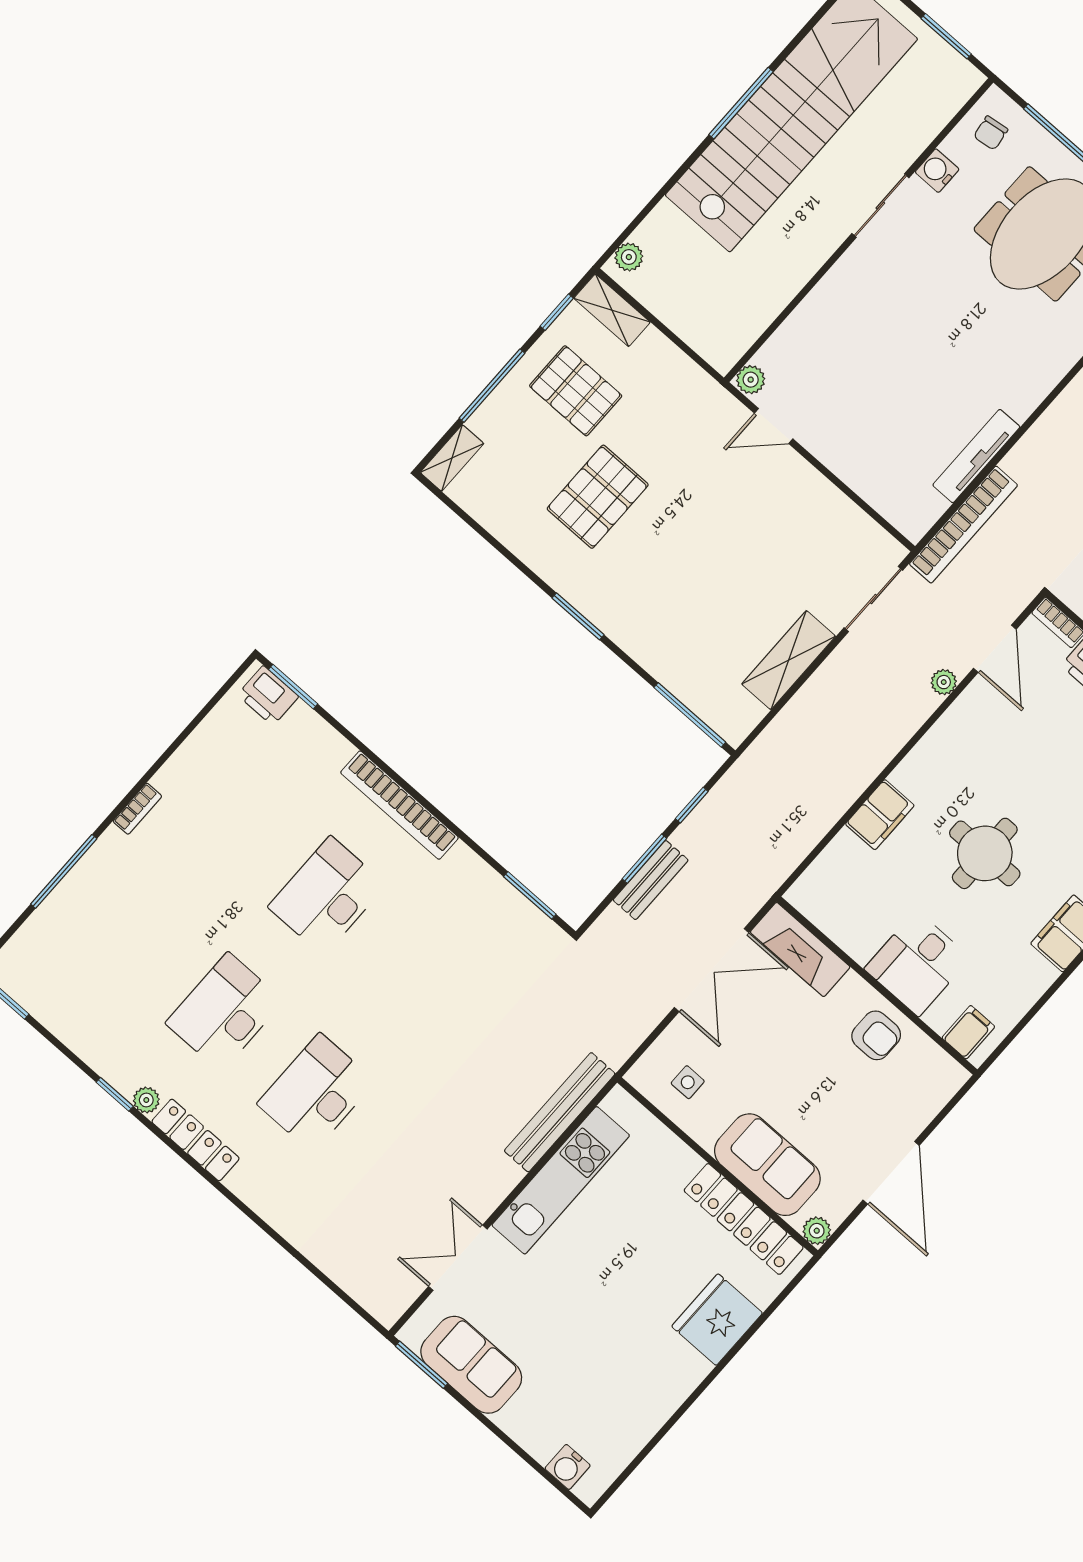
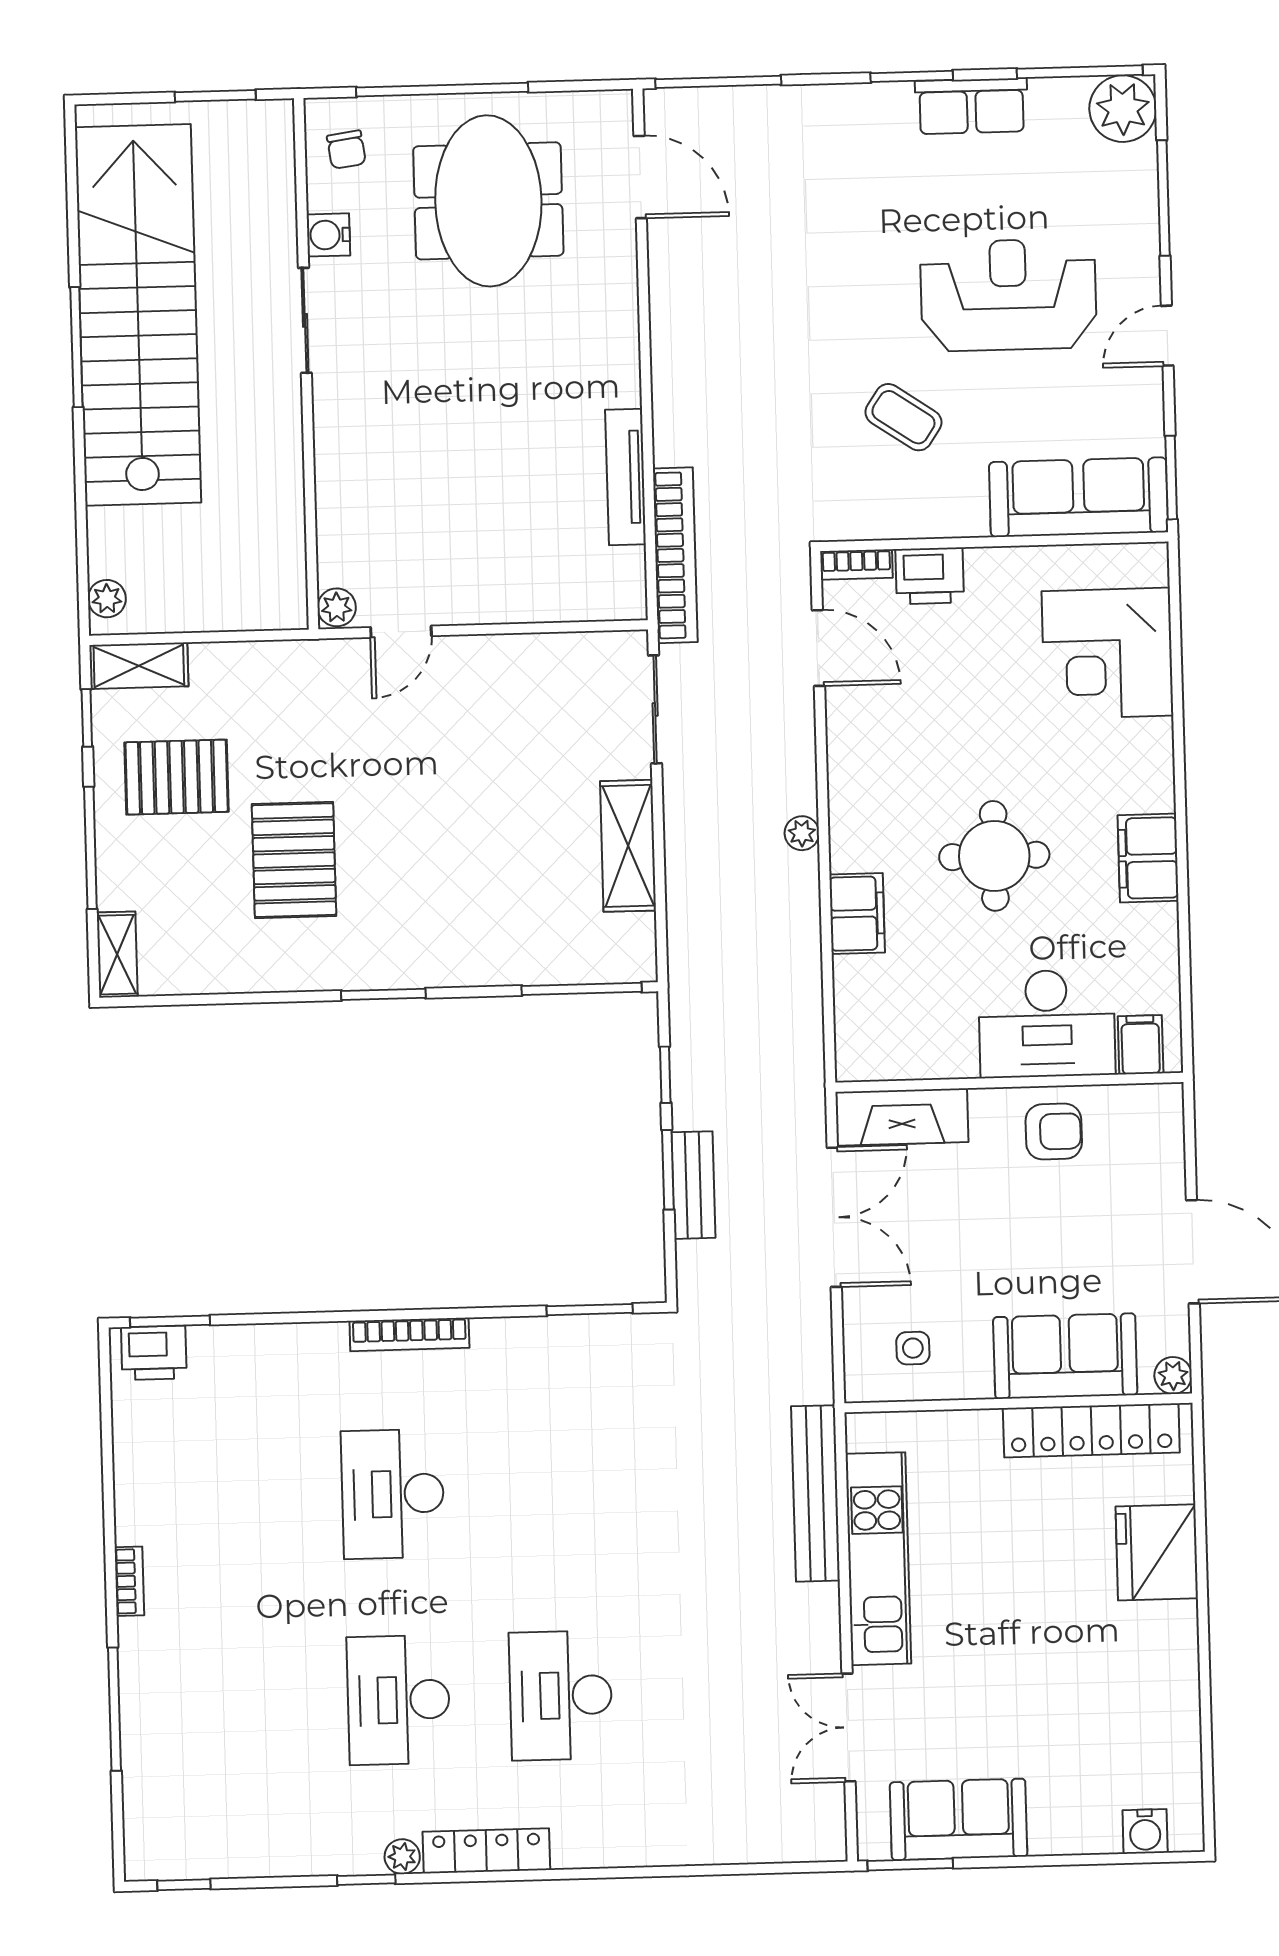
plant: (944, 682) -> (802, 833), moved
bookcase: (399, 805) -> (409, 1334), width x0.68, depth x0.76
desk: (917, 963) -> (1047, 1024), width x1.37

